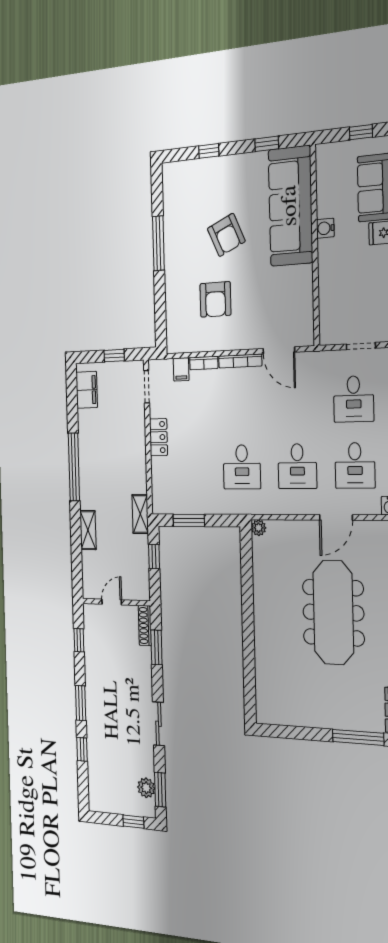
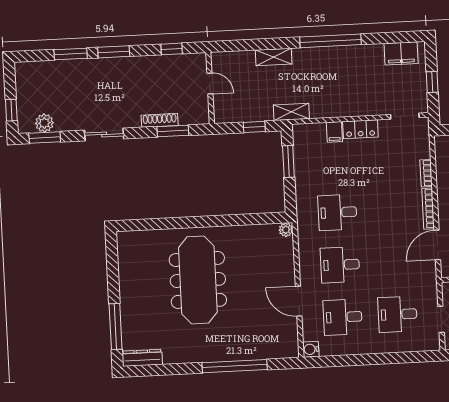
filing cabinet: (181, 369) -> (334, 132), moved, turned -90
meeting table: (333, 613) -> (198, 280), moved, turned 90
shoe rack: (145, 626) -> (160, 120), moved
window: (82, 749) -> (71, 54), width x1.50

